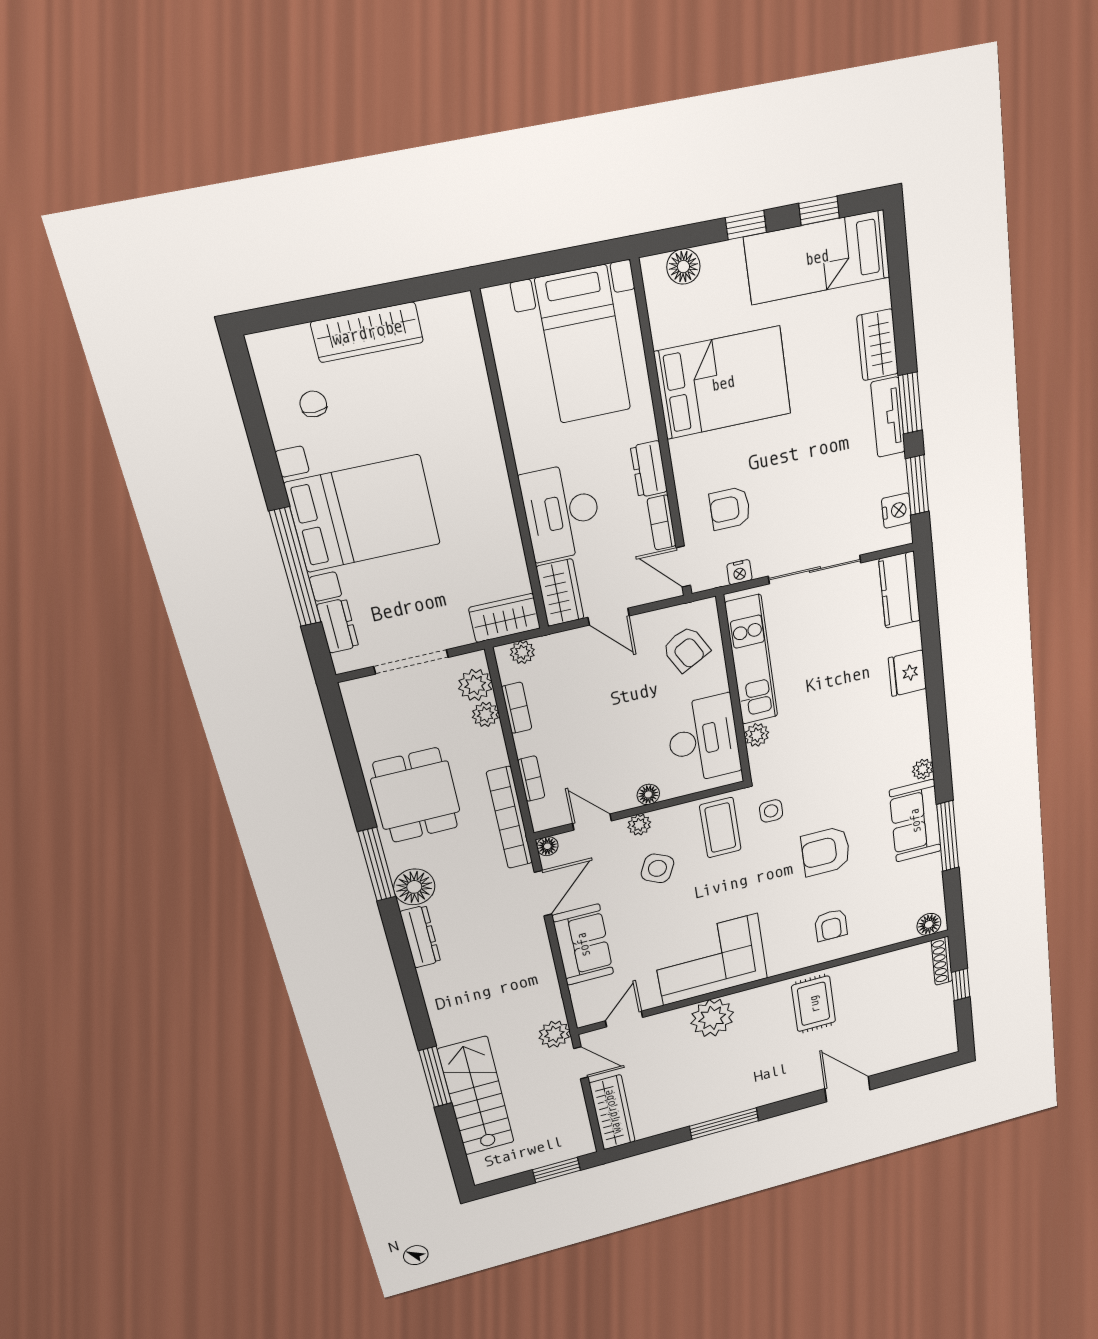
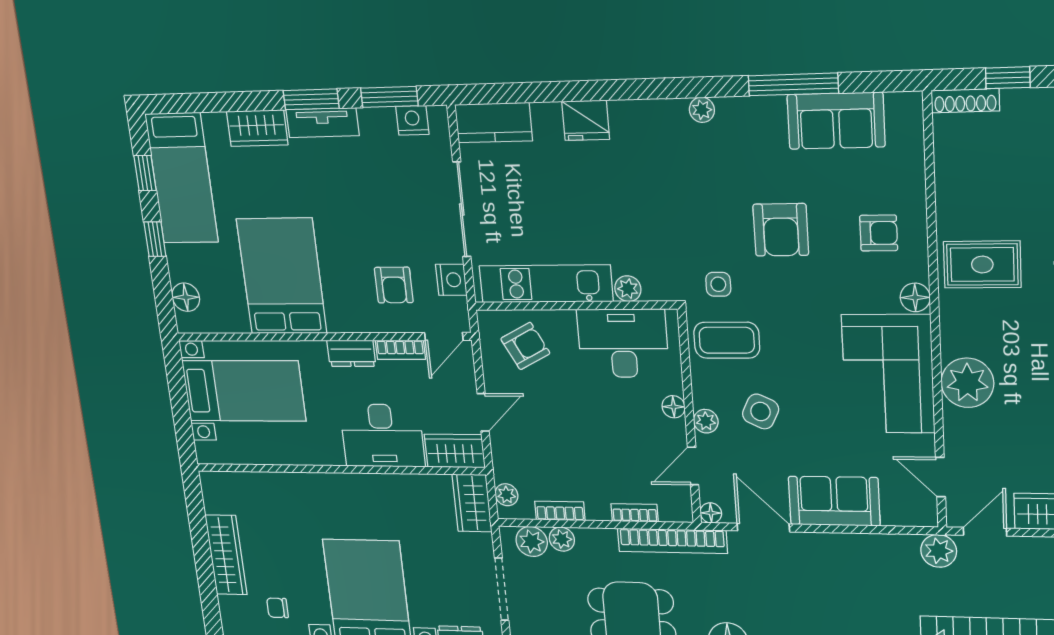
nightstand: (739, 572) -> (451, 280), width x1.39, depth x1.35
sofa: (915, 821) -> (836, 121), moved
floor lamp: (929, 924) -> (915, 297), moved

